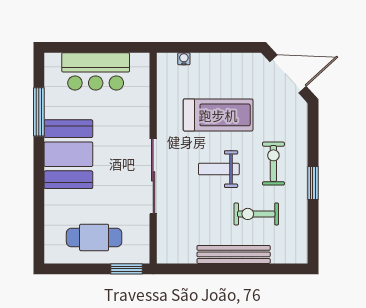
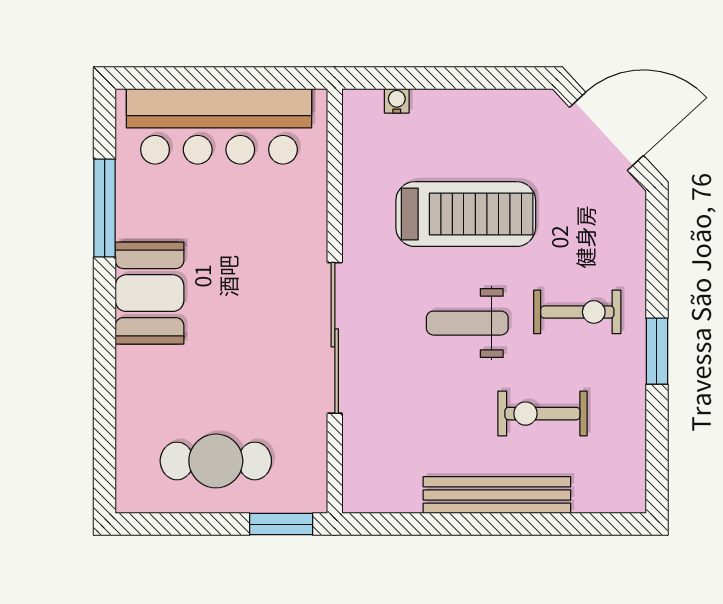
bar counter: (96, 71) -> (219, 126), width x1.36
booth: (68, 154) -> (150, 293), width x0.73, depth x0.70
exercise bike: (273, 164) -> (577, 312), turned 90

